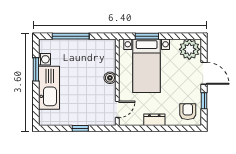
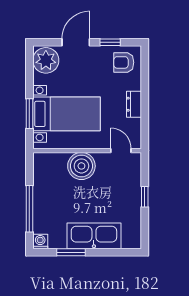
washing machine: (44, 59) -> (40, 242), moved
boiler: (110, 78) -> (81, 166), width x1.86, depth x1.86

